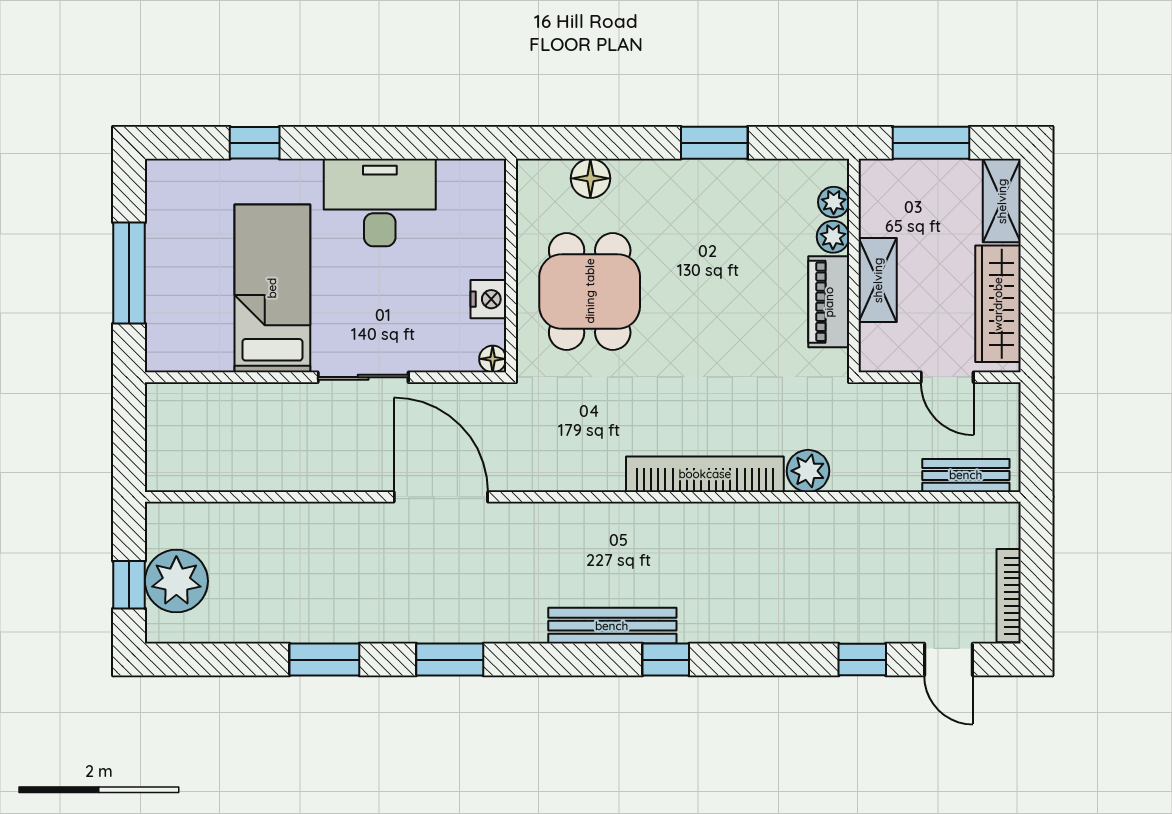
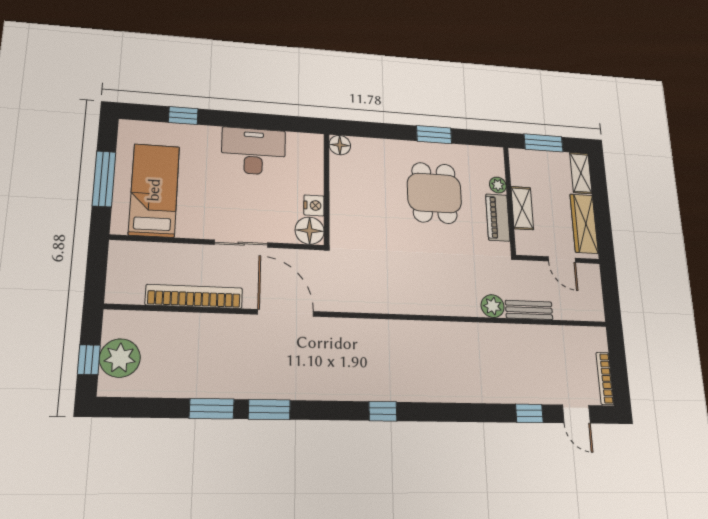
floor lamp: (590, 178) -> (340, 145), moved
plant: (834, 202) -> (497, 168), removed
bed: (272, 288) -> (154, 190), moved
dining table: (590, 291) -> (434, 193), moved
floor lamp: (493, 359) -> (310, 231), width x1.89, depth x1.89
bookcase: (705, 474) -> (194, 296), moved
bench: (966, 475) -> (529, 310), moved
bench: (612, 626) -> (387, 391), removed
window: (450, 660) -> (269, 410), moved
window: (666, 660) -> (383, 411), moved

